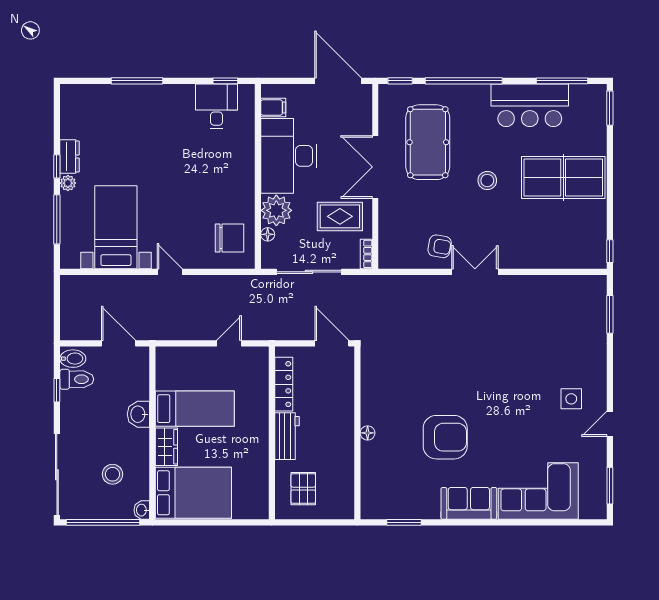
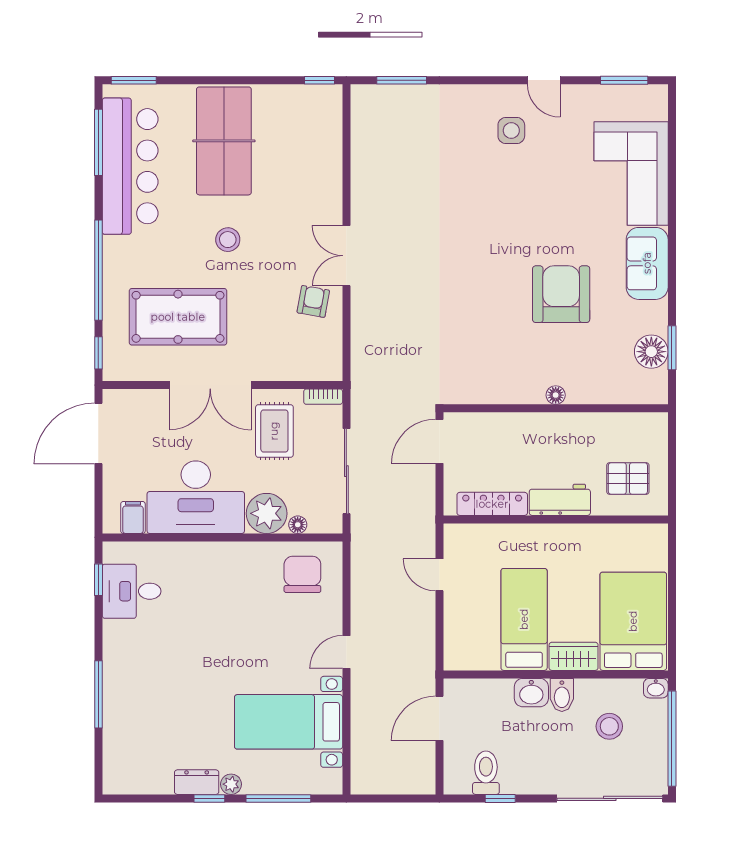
bar counter: (530, 105) -> (130, 166), width x1.36
bidet: (73, 359) -> (562, 695), moved, turned 180
floor lamp: (401, 507) -> (651, 352), added

